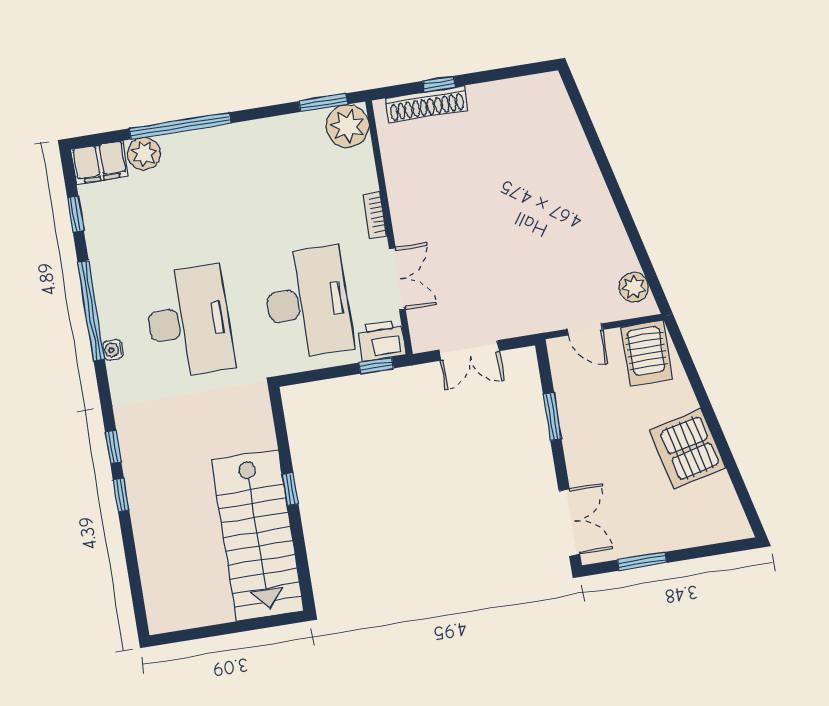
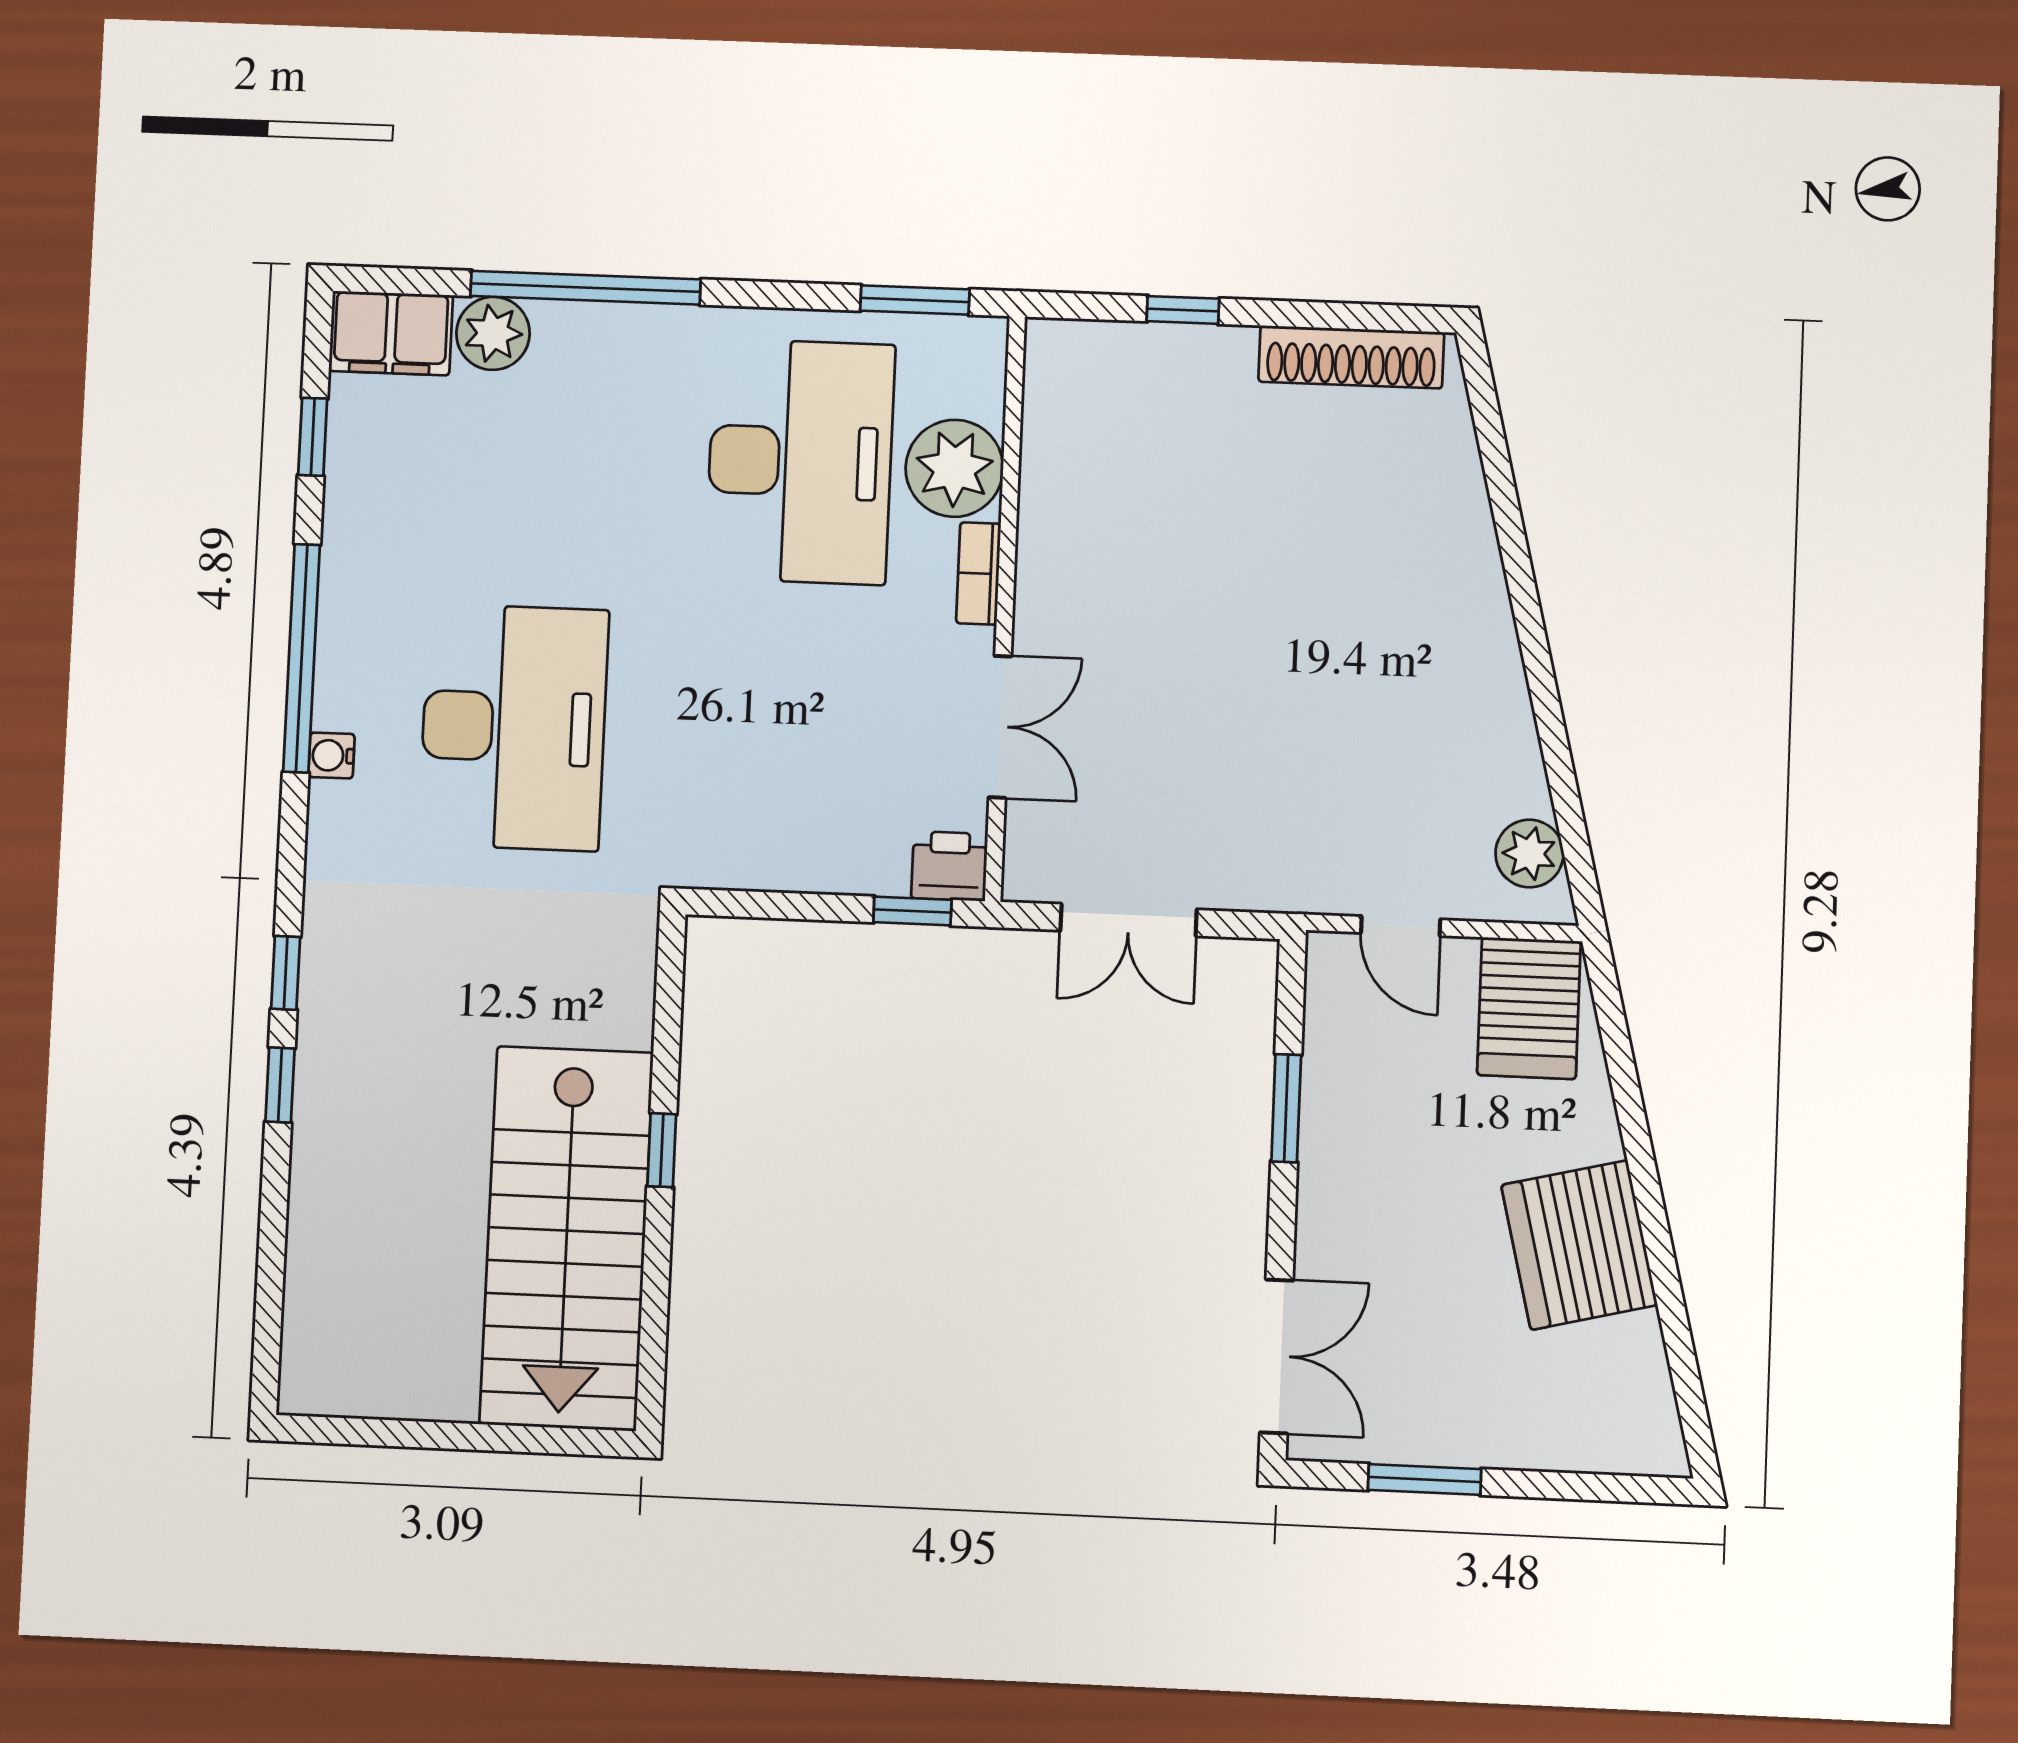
shoe rack: (427, 104) -> (1351, 357), moved
plant: (348, 126) -> (954, 468), moved
desk: (308, 303) -> (800, 462), moved
printer: (382, 341) -> (949, 866), width x0.73, depth x0.81

